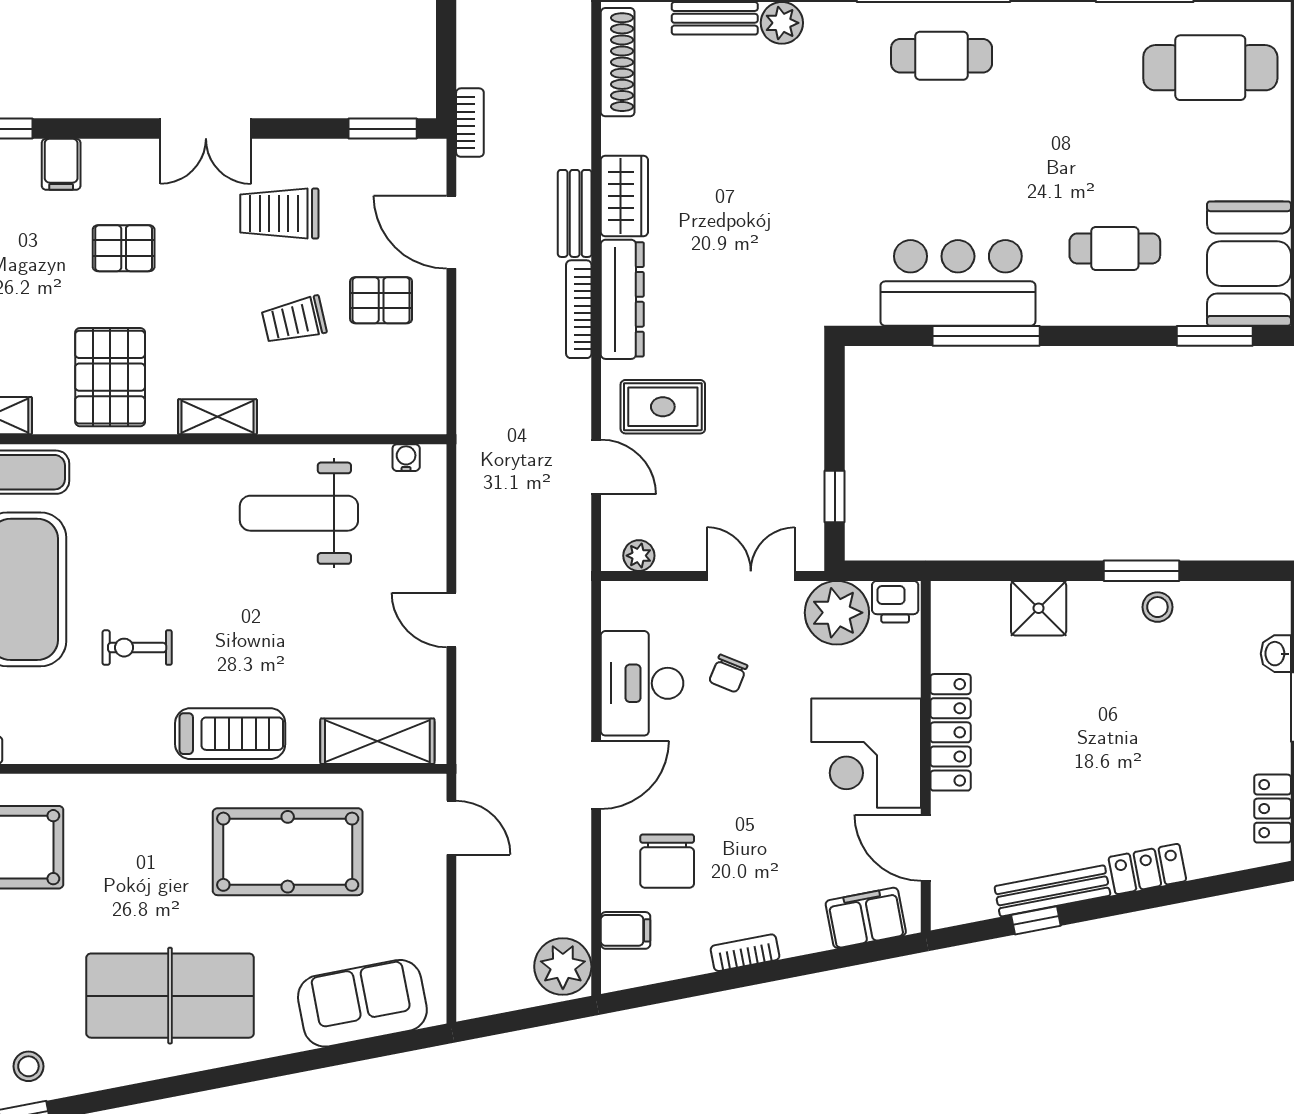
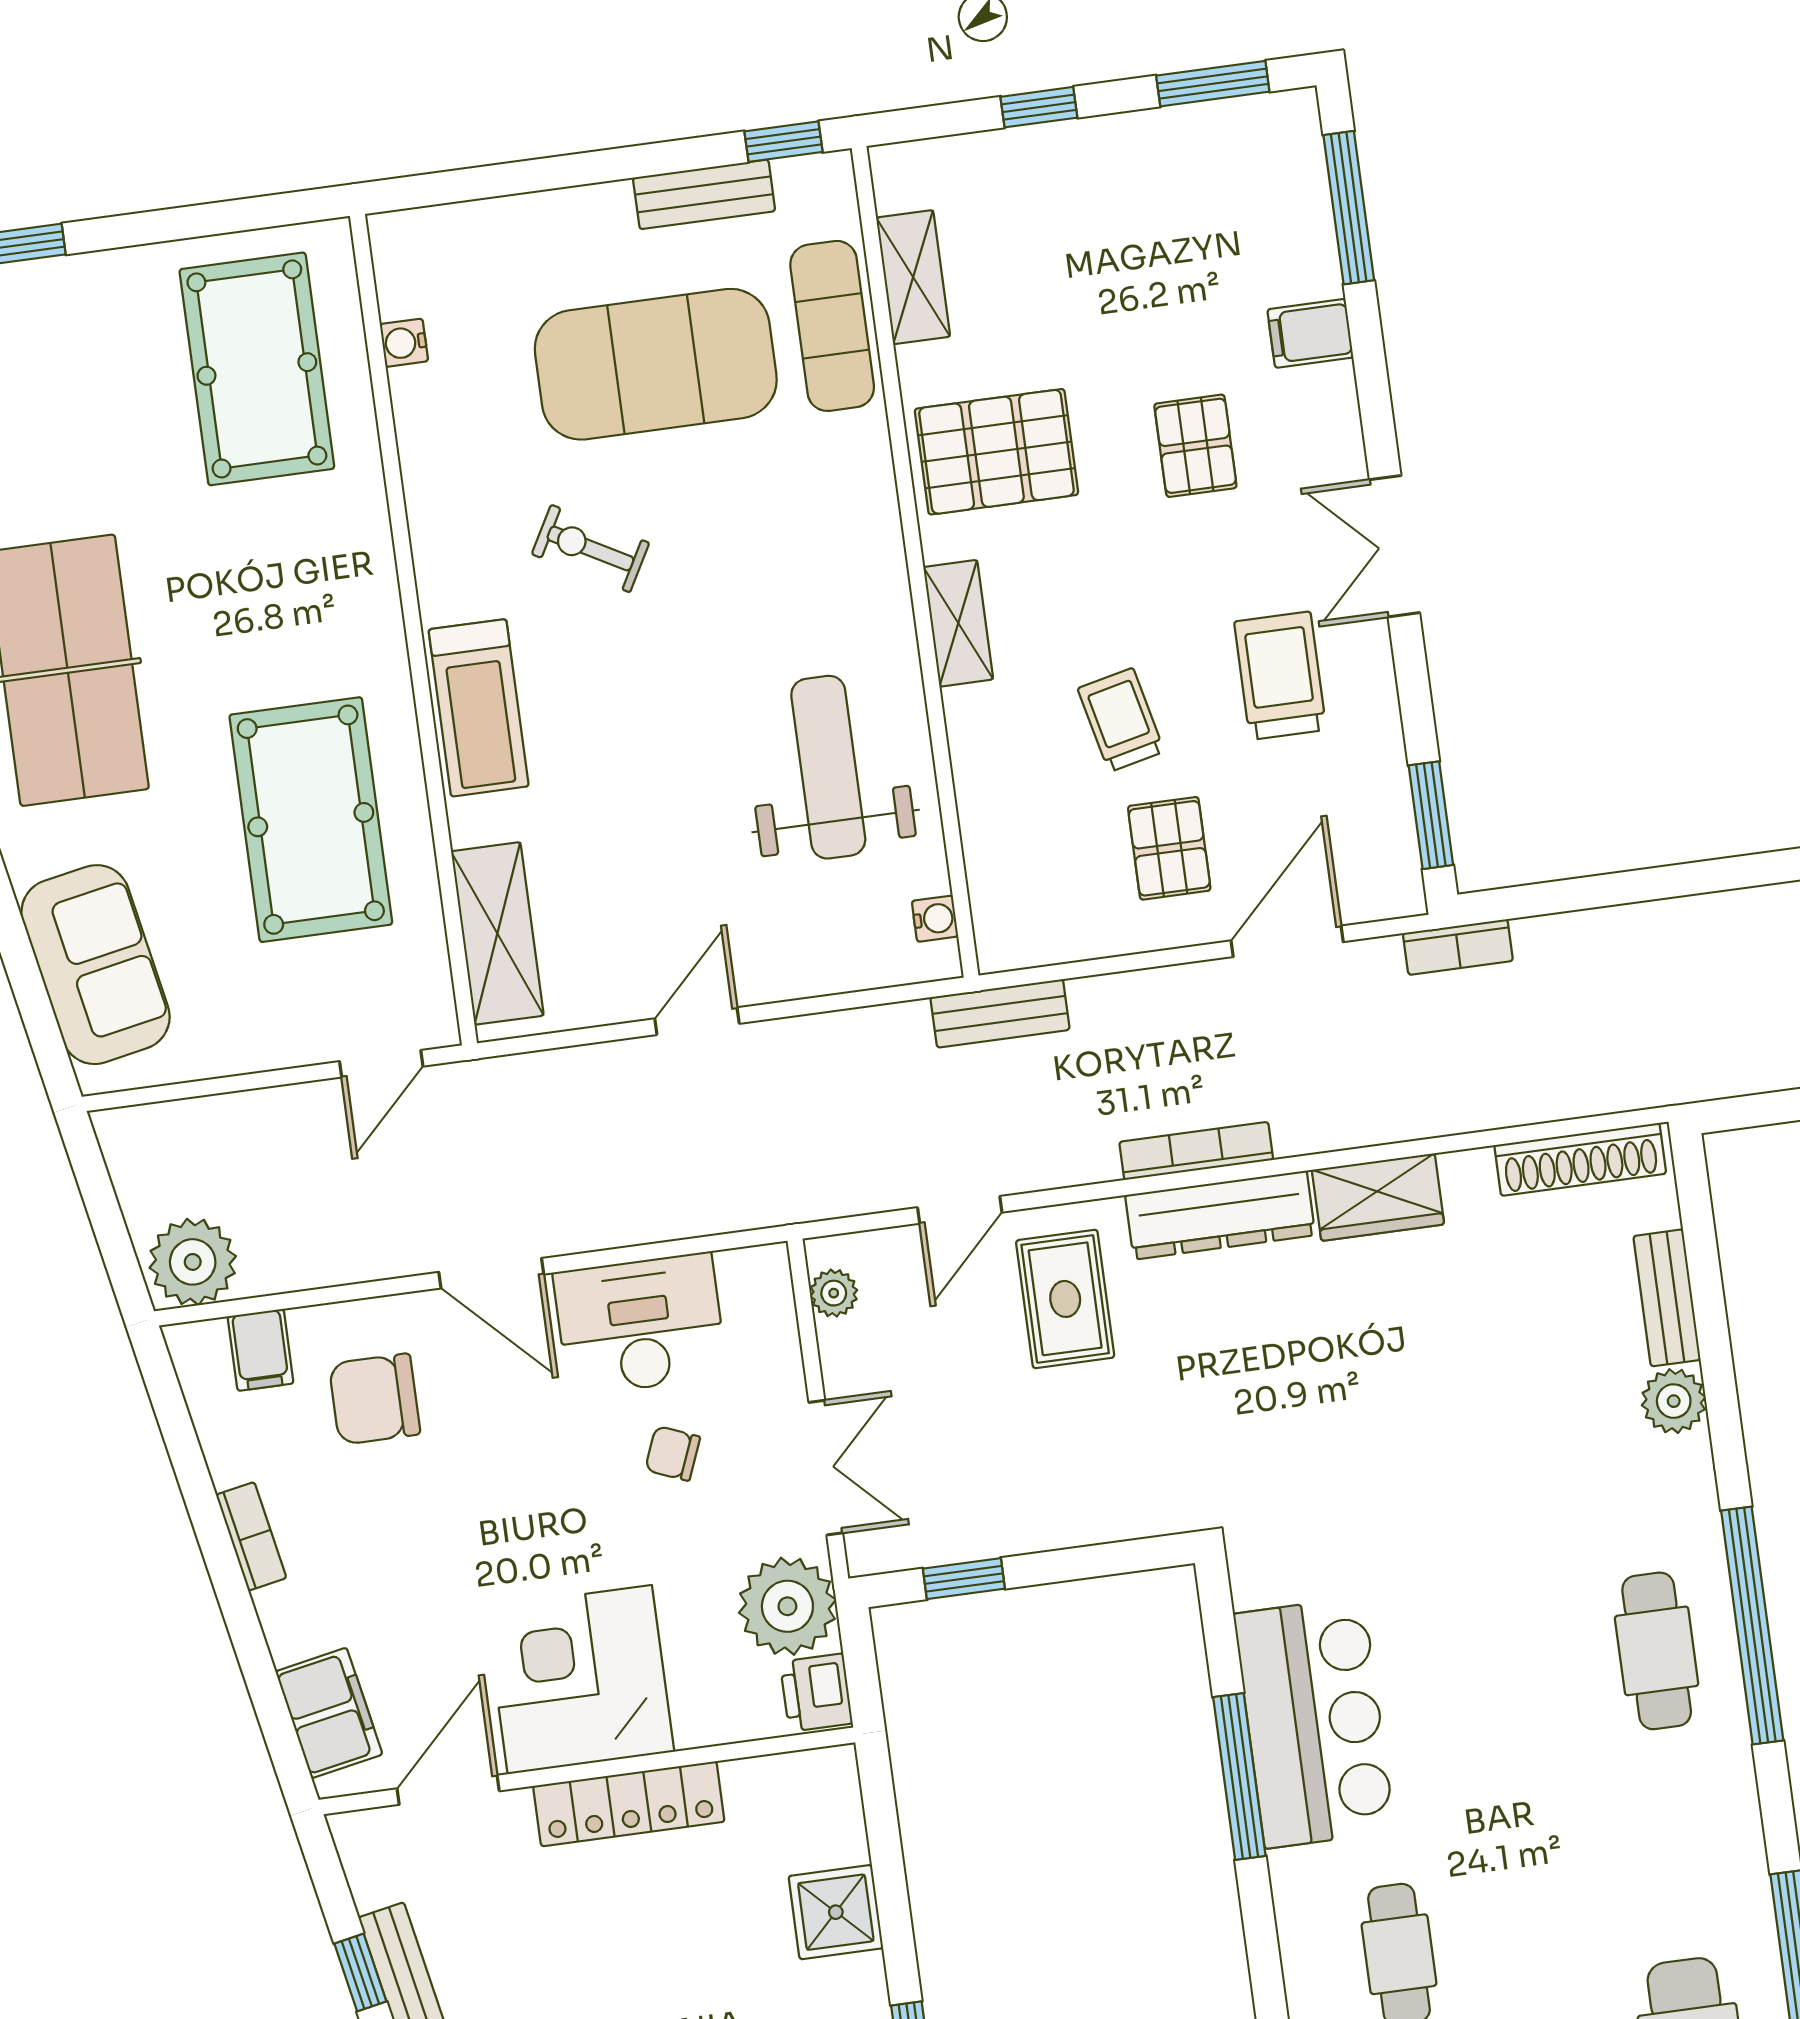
bench: (575, 213) -> (1000, 1013), moved
exercise bike: (137, 648) -> (590, 549), turned -61

